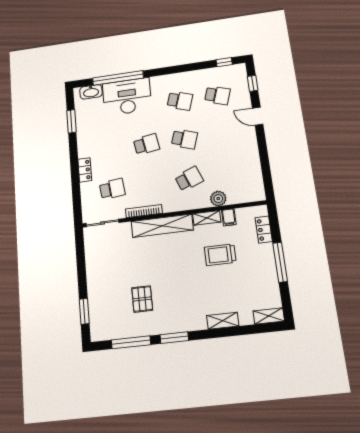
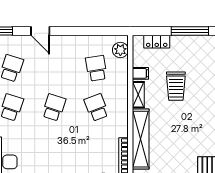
door: (258, 116) -> (40, 31), hinge flipped
school desk: (146, 144) -> (96, 68), moved
plant: (218, 199) -> (120, 50), moved

